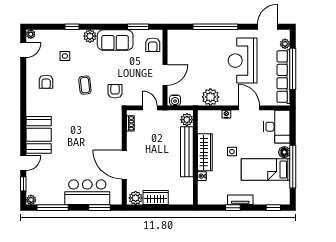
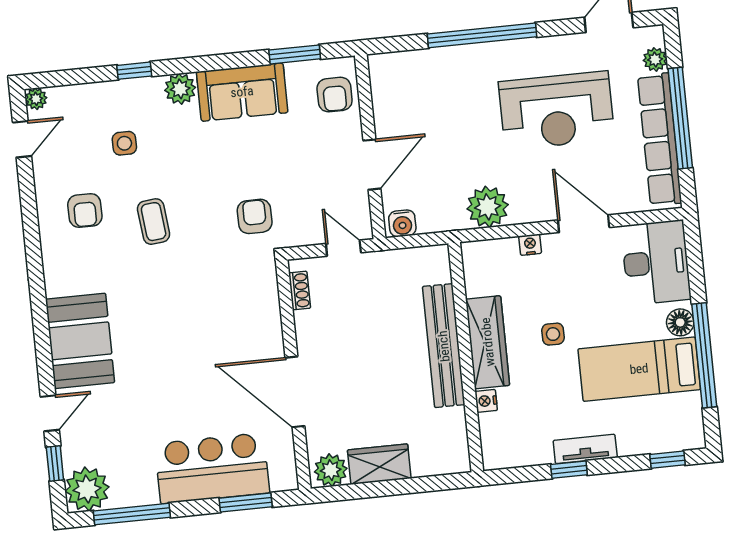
reception desk: (243, 61) -> (557, 111), turned -90
coffee table: (85, 85) -> (154, 222), moved
plant: (187, 120) -> (436, 267), removed
plant: (31, 200) -> (87, 489), width x1.88, depth x1.88

